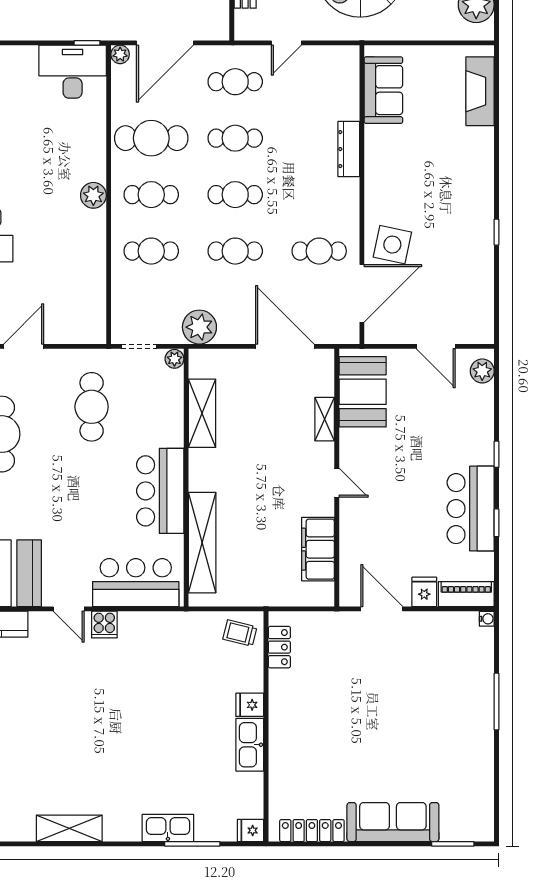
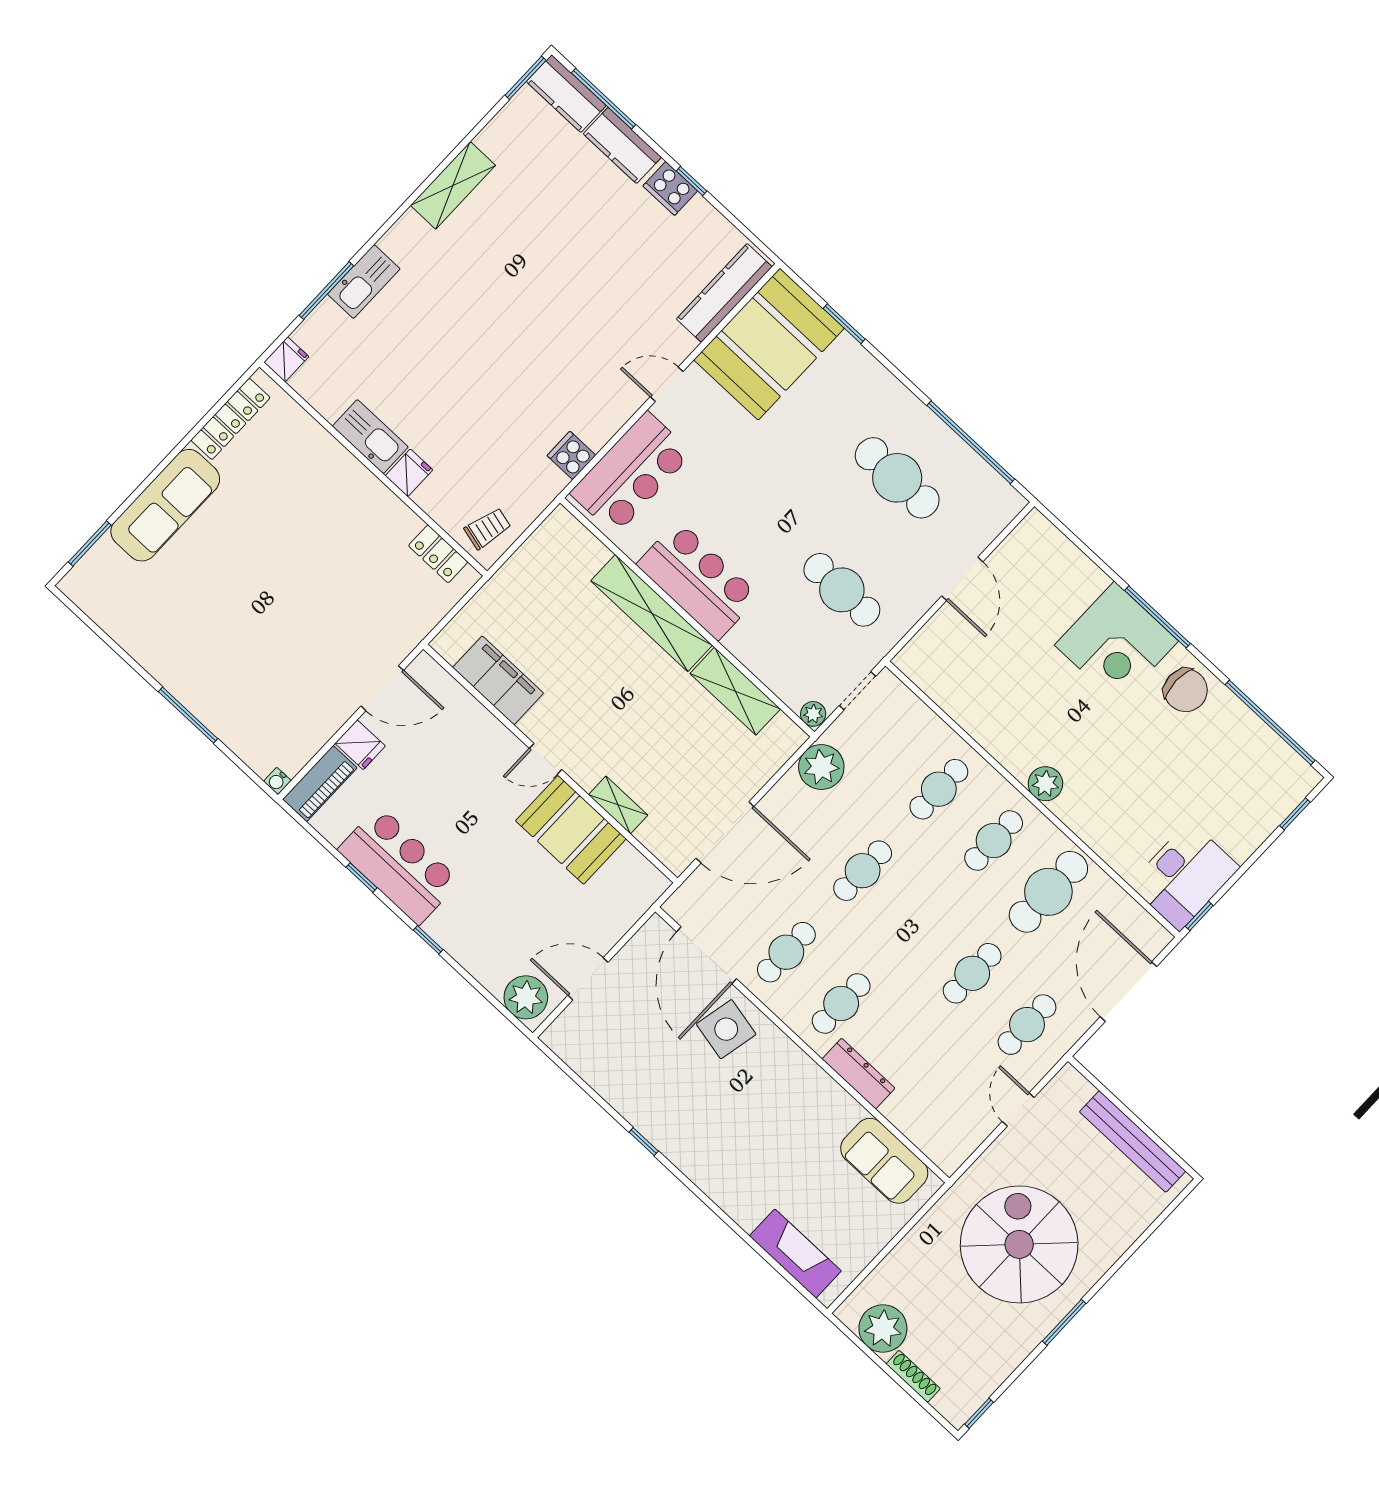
plant: (120, 54) -> (1158, 938), removed
cafe table: (235, 195) -> (841, 1003), moved
plant: (482, 371) -> (526, 997), width x1.36, depth x1.36
booth: (363, 392) -> (571, 830), moved
shelving: (202, 543) -> (652, 613), moved
cooker: (104, 625) -> (571, 455), moved

